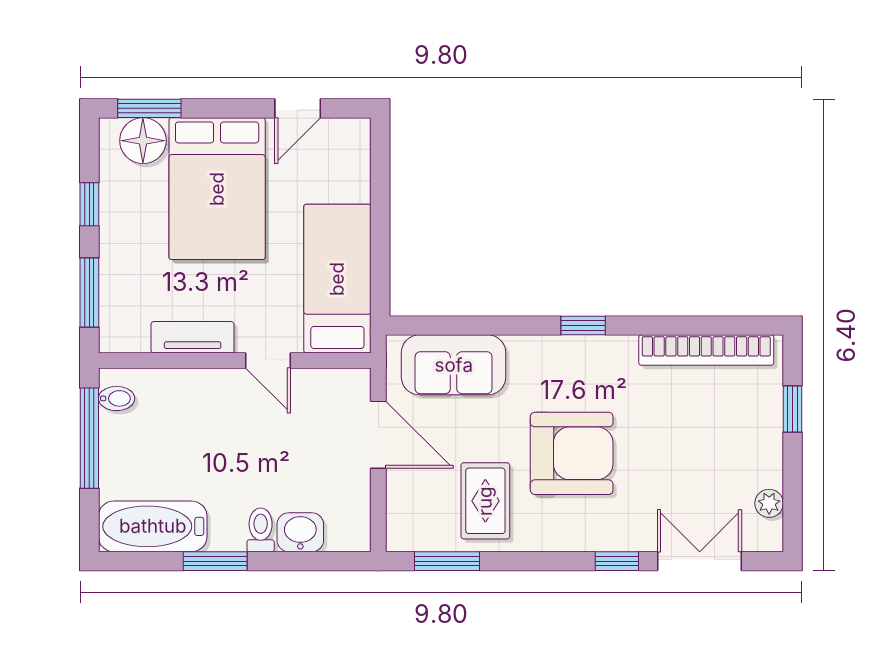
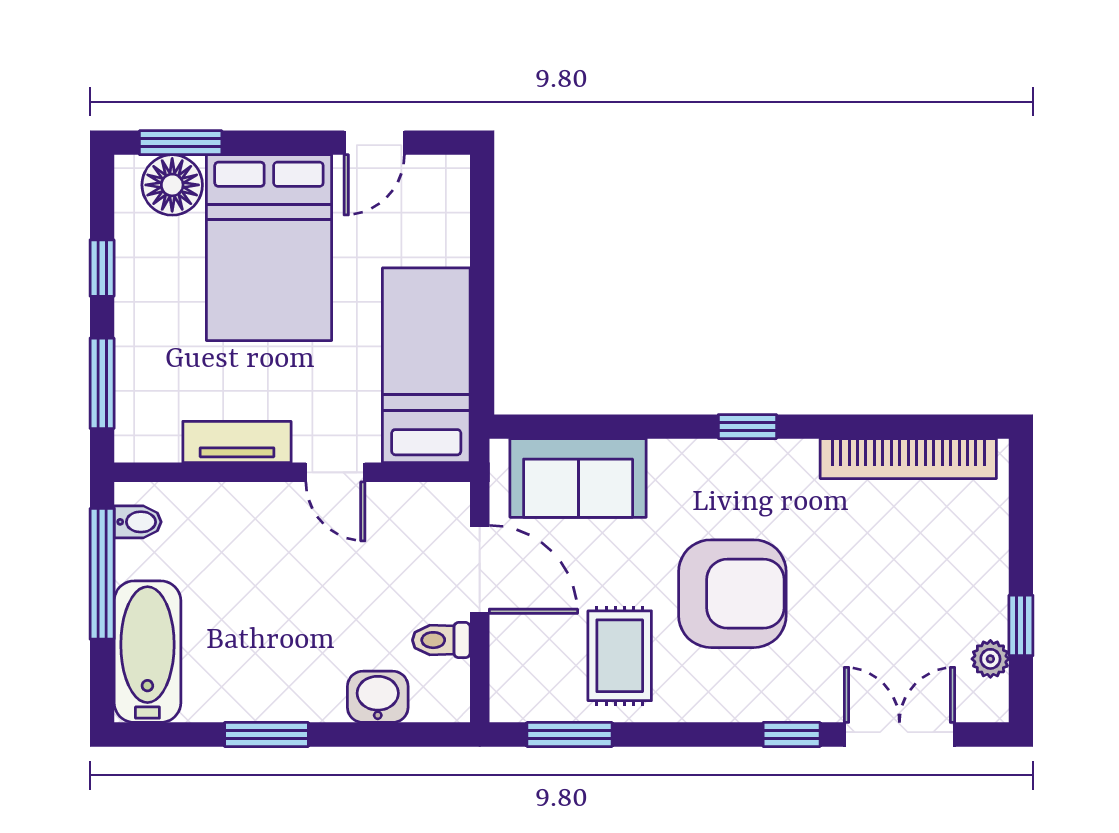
window: (792, 409) -> (1021, 625), moved
bathtub: (153, 526) -> (147, 652), moved, turned 90
toilet: (261, 530) -> (441, 640), moved, turned -90

